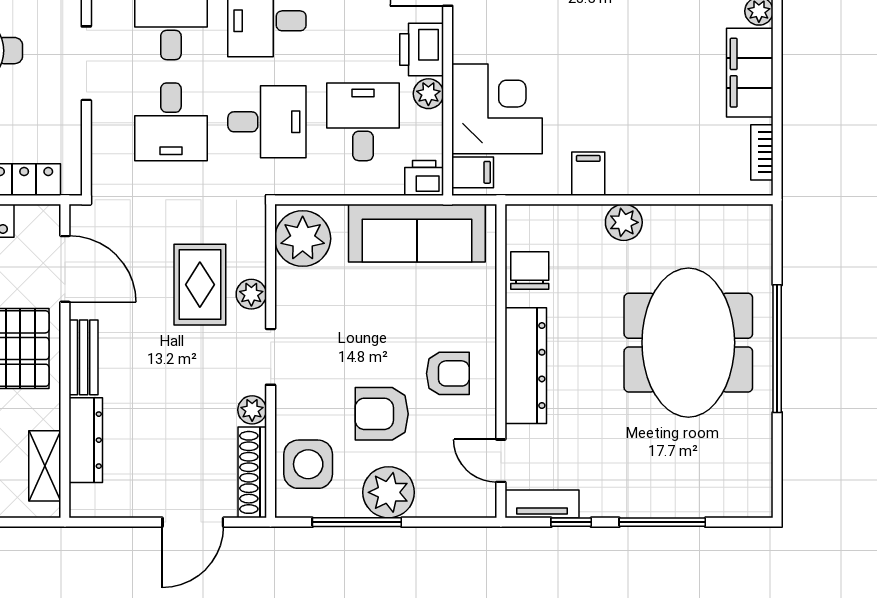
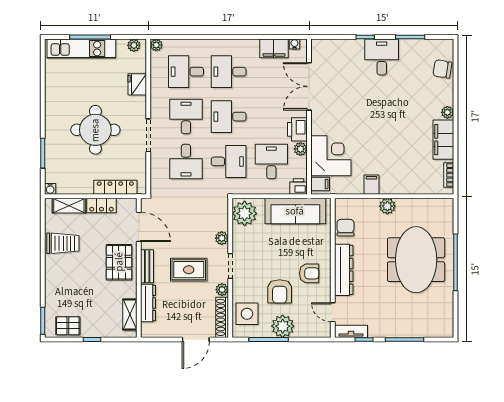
rug: (200, 285) -> (189, 270), moved, turned 90
armchair: (382, 414) -> (280, 291), turned -90

